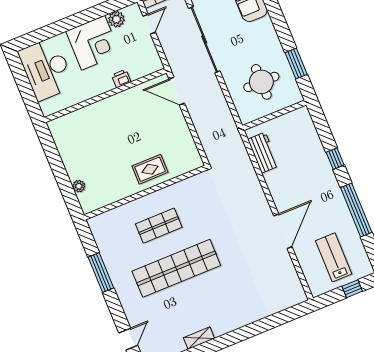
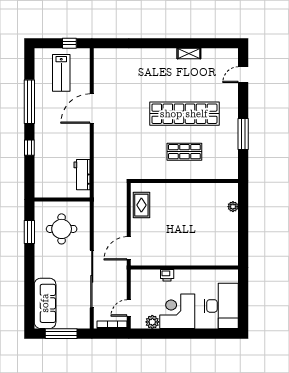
door: (177, 91) -> (129, 248), swing flipped
rug: (150, 169) -> (141, 205), moved, turned 90
window: (352, 289) -> (69, 43), moved

